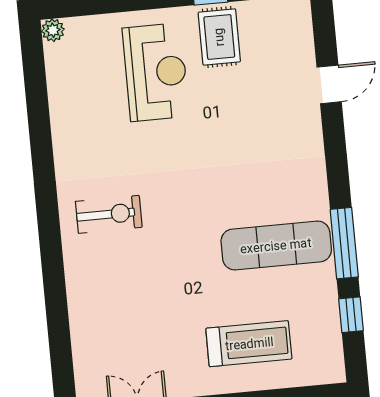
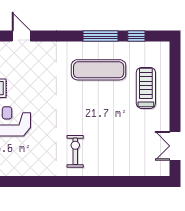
exercise mat: (276, 246) -> (99, 70), turned 90

